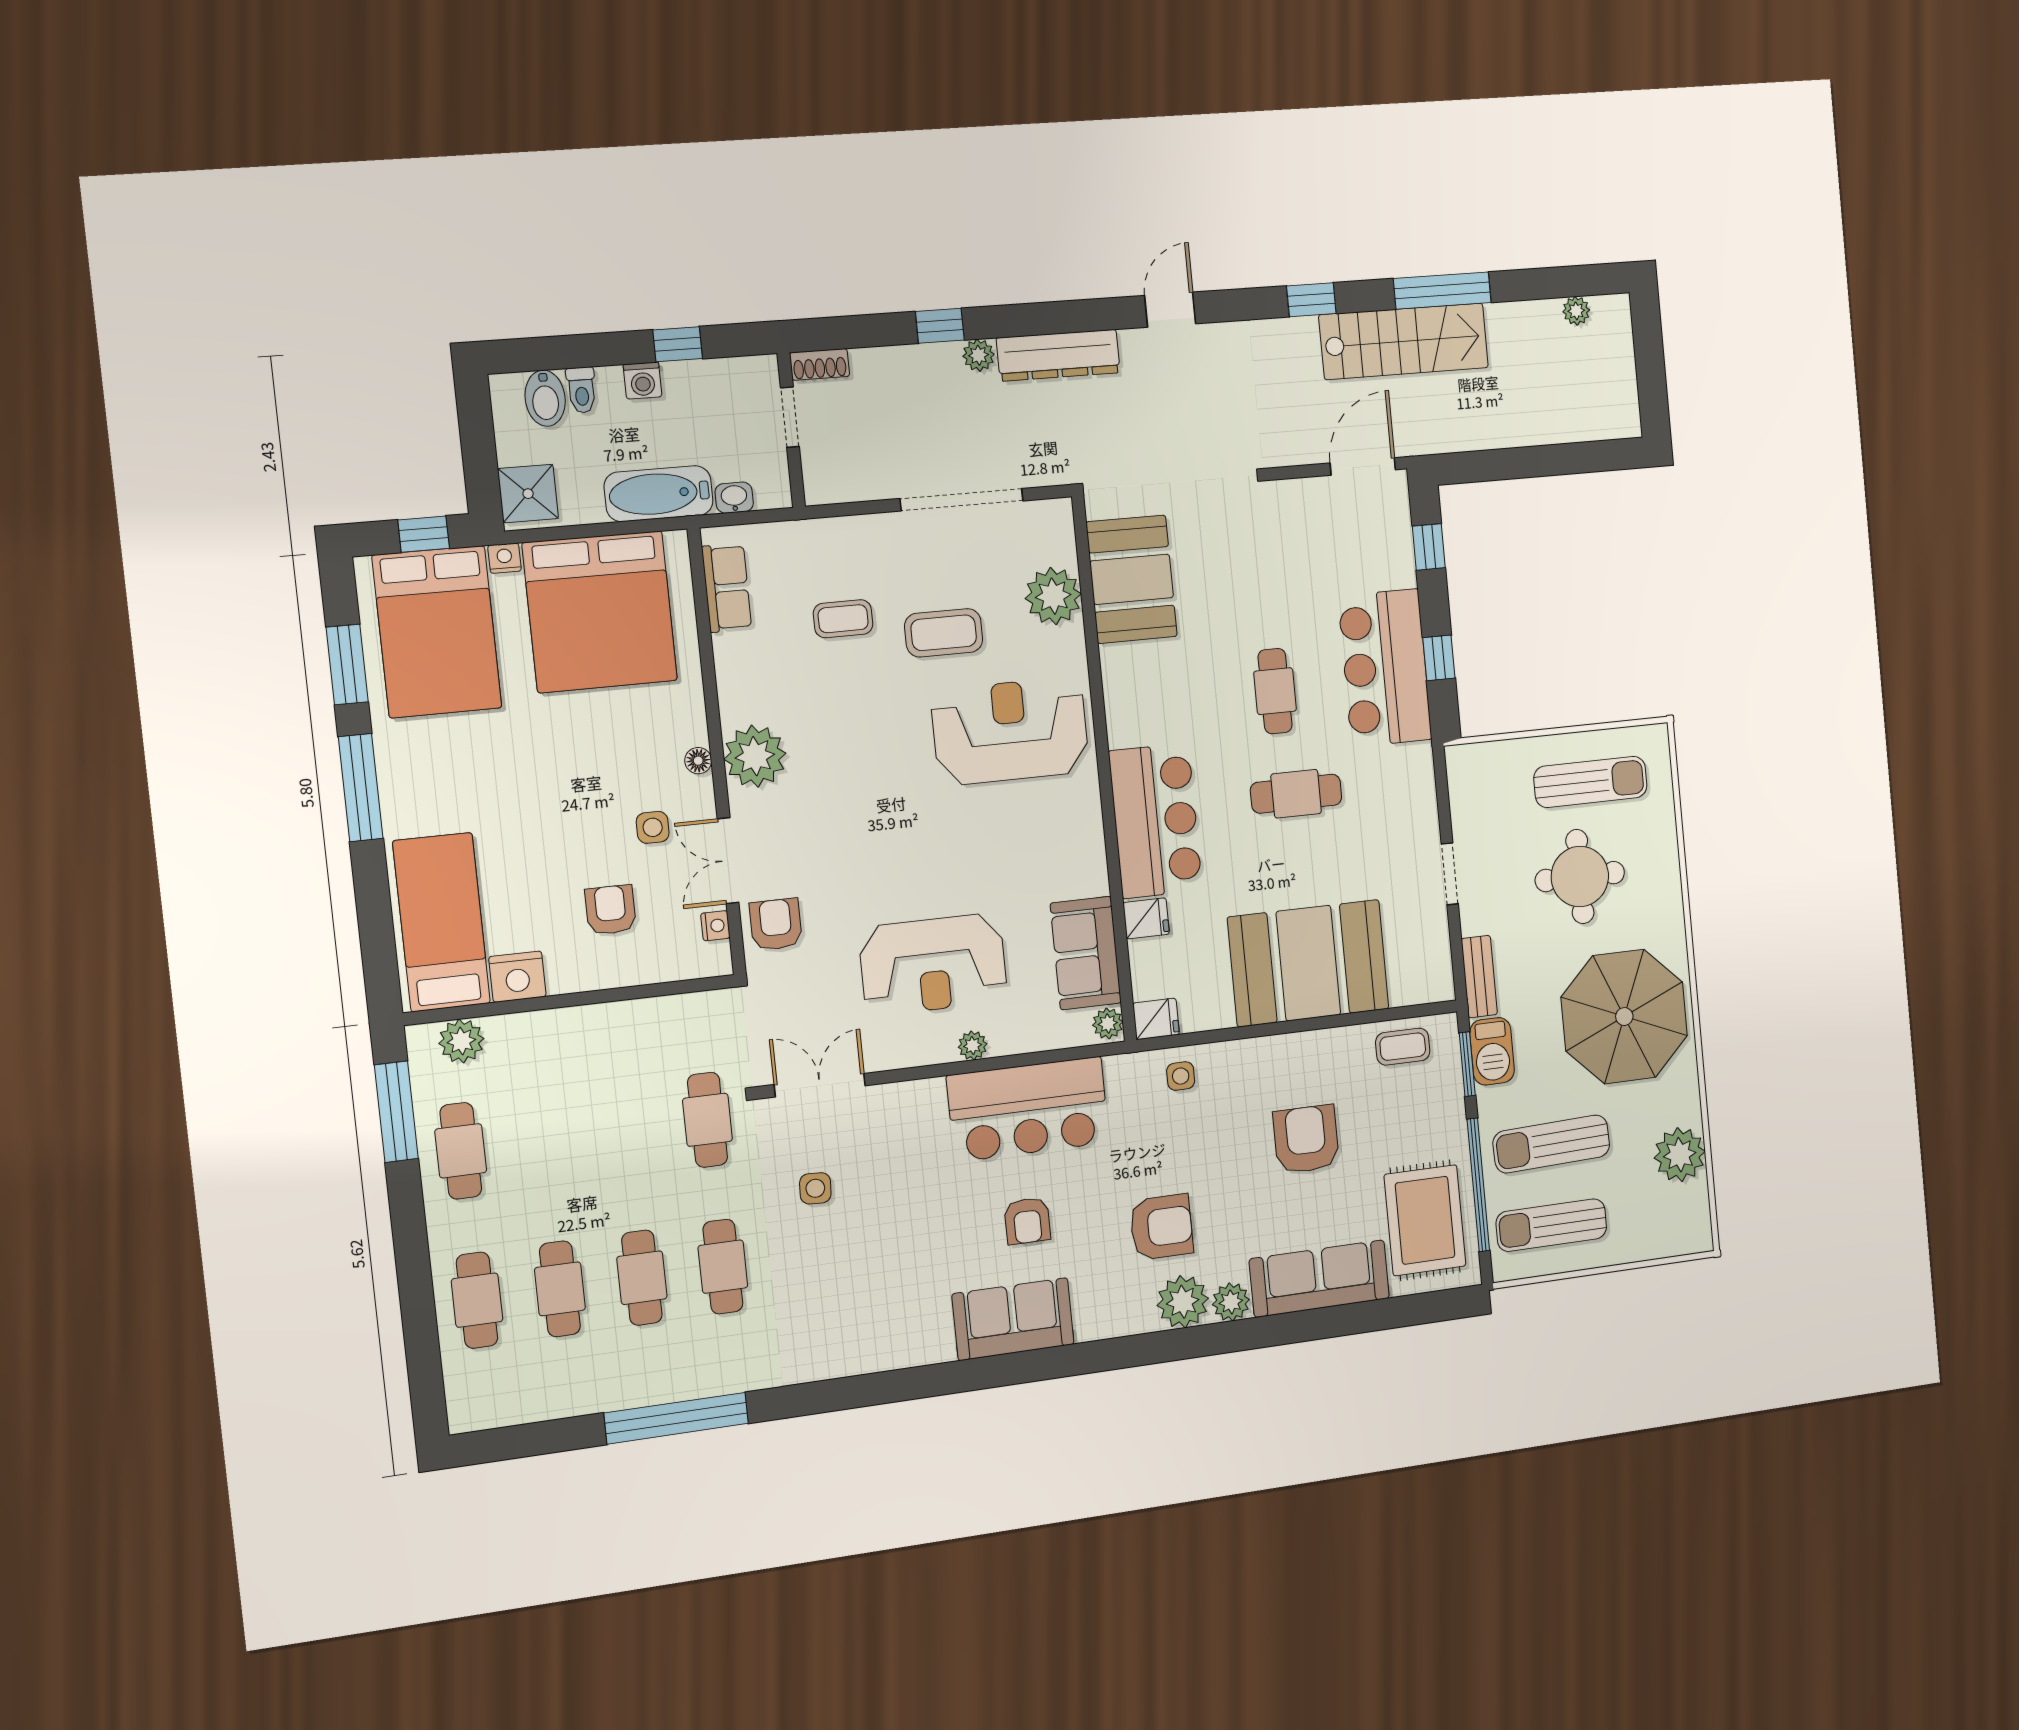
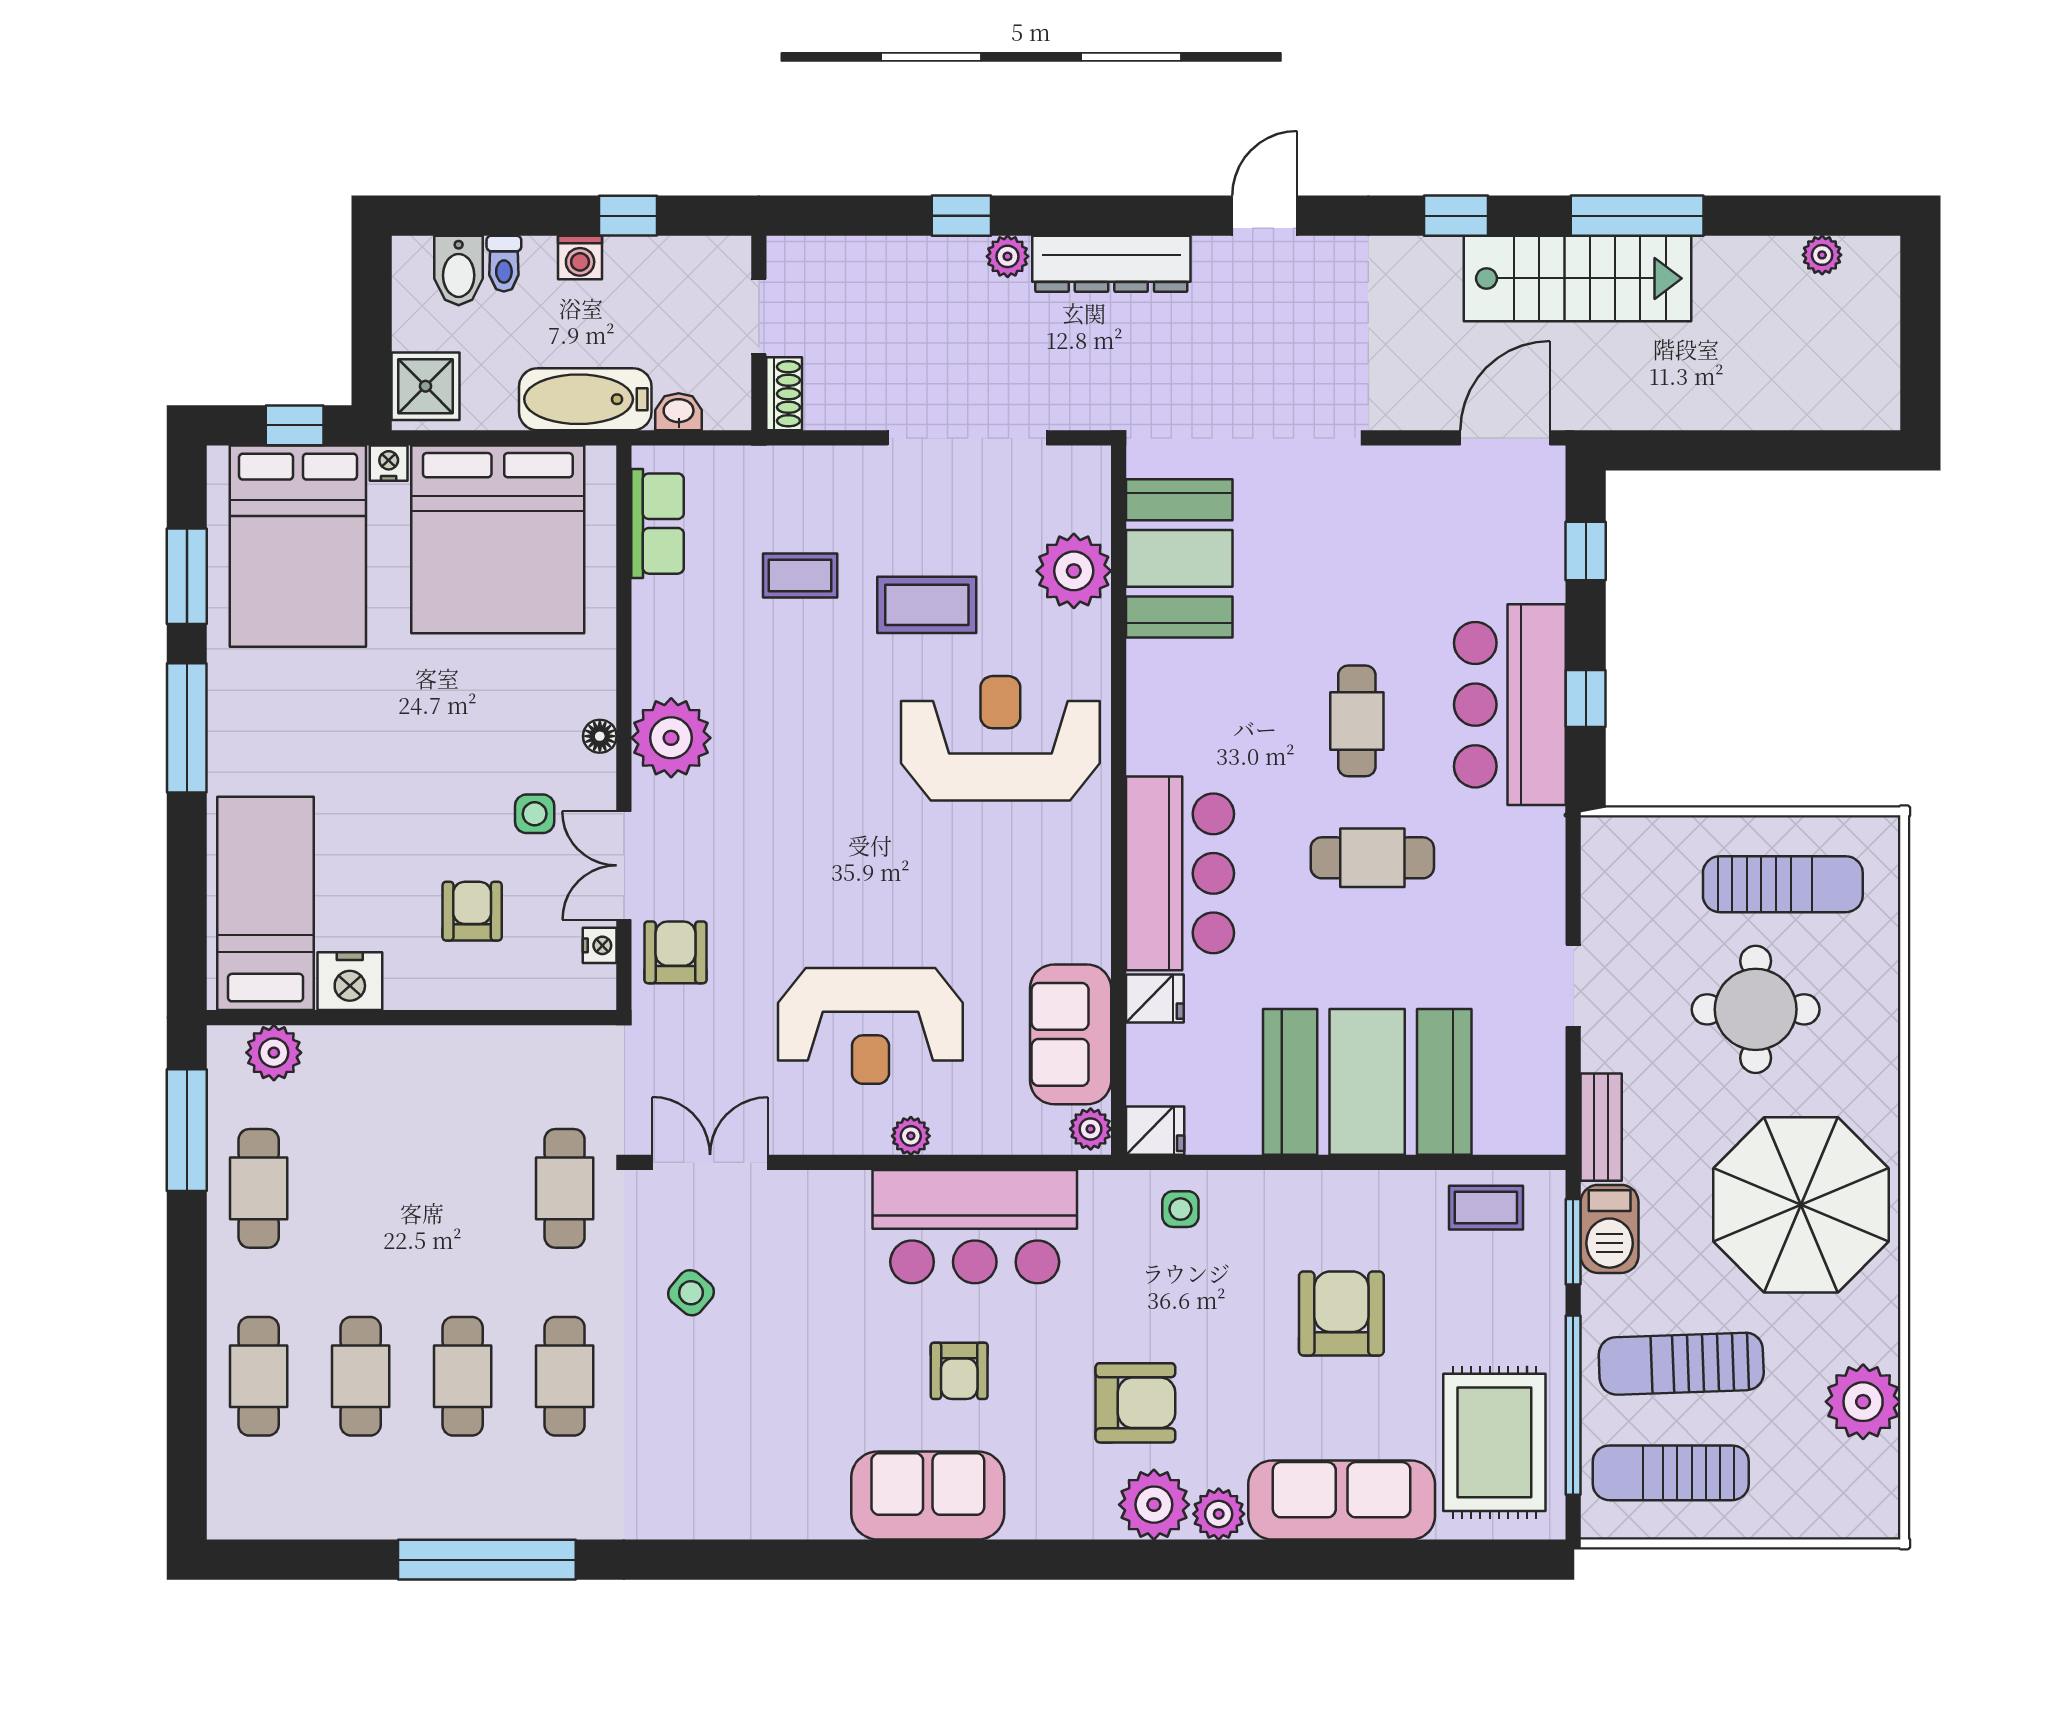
shoe rack: (820, 364) -> (784, 394), moved, turned -90
side table: (815, 1188) -> (691, 1293), turned 37

